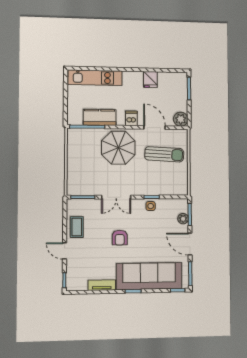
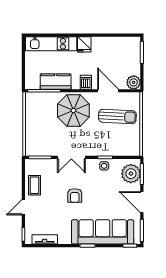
fridge: (150, 80) -> (84, 44), moved
plant: (183, 219) -> (131, 174), width x1.87, depth x1.87
door: (65, 251) -> (23, 207), hinge flipped
tv unit: (102, 285) -> (45, 239), moved

